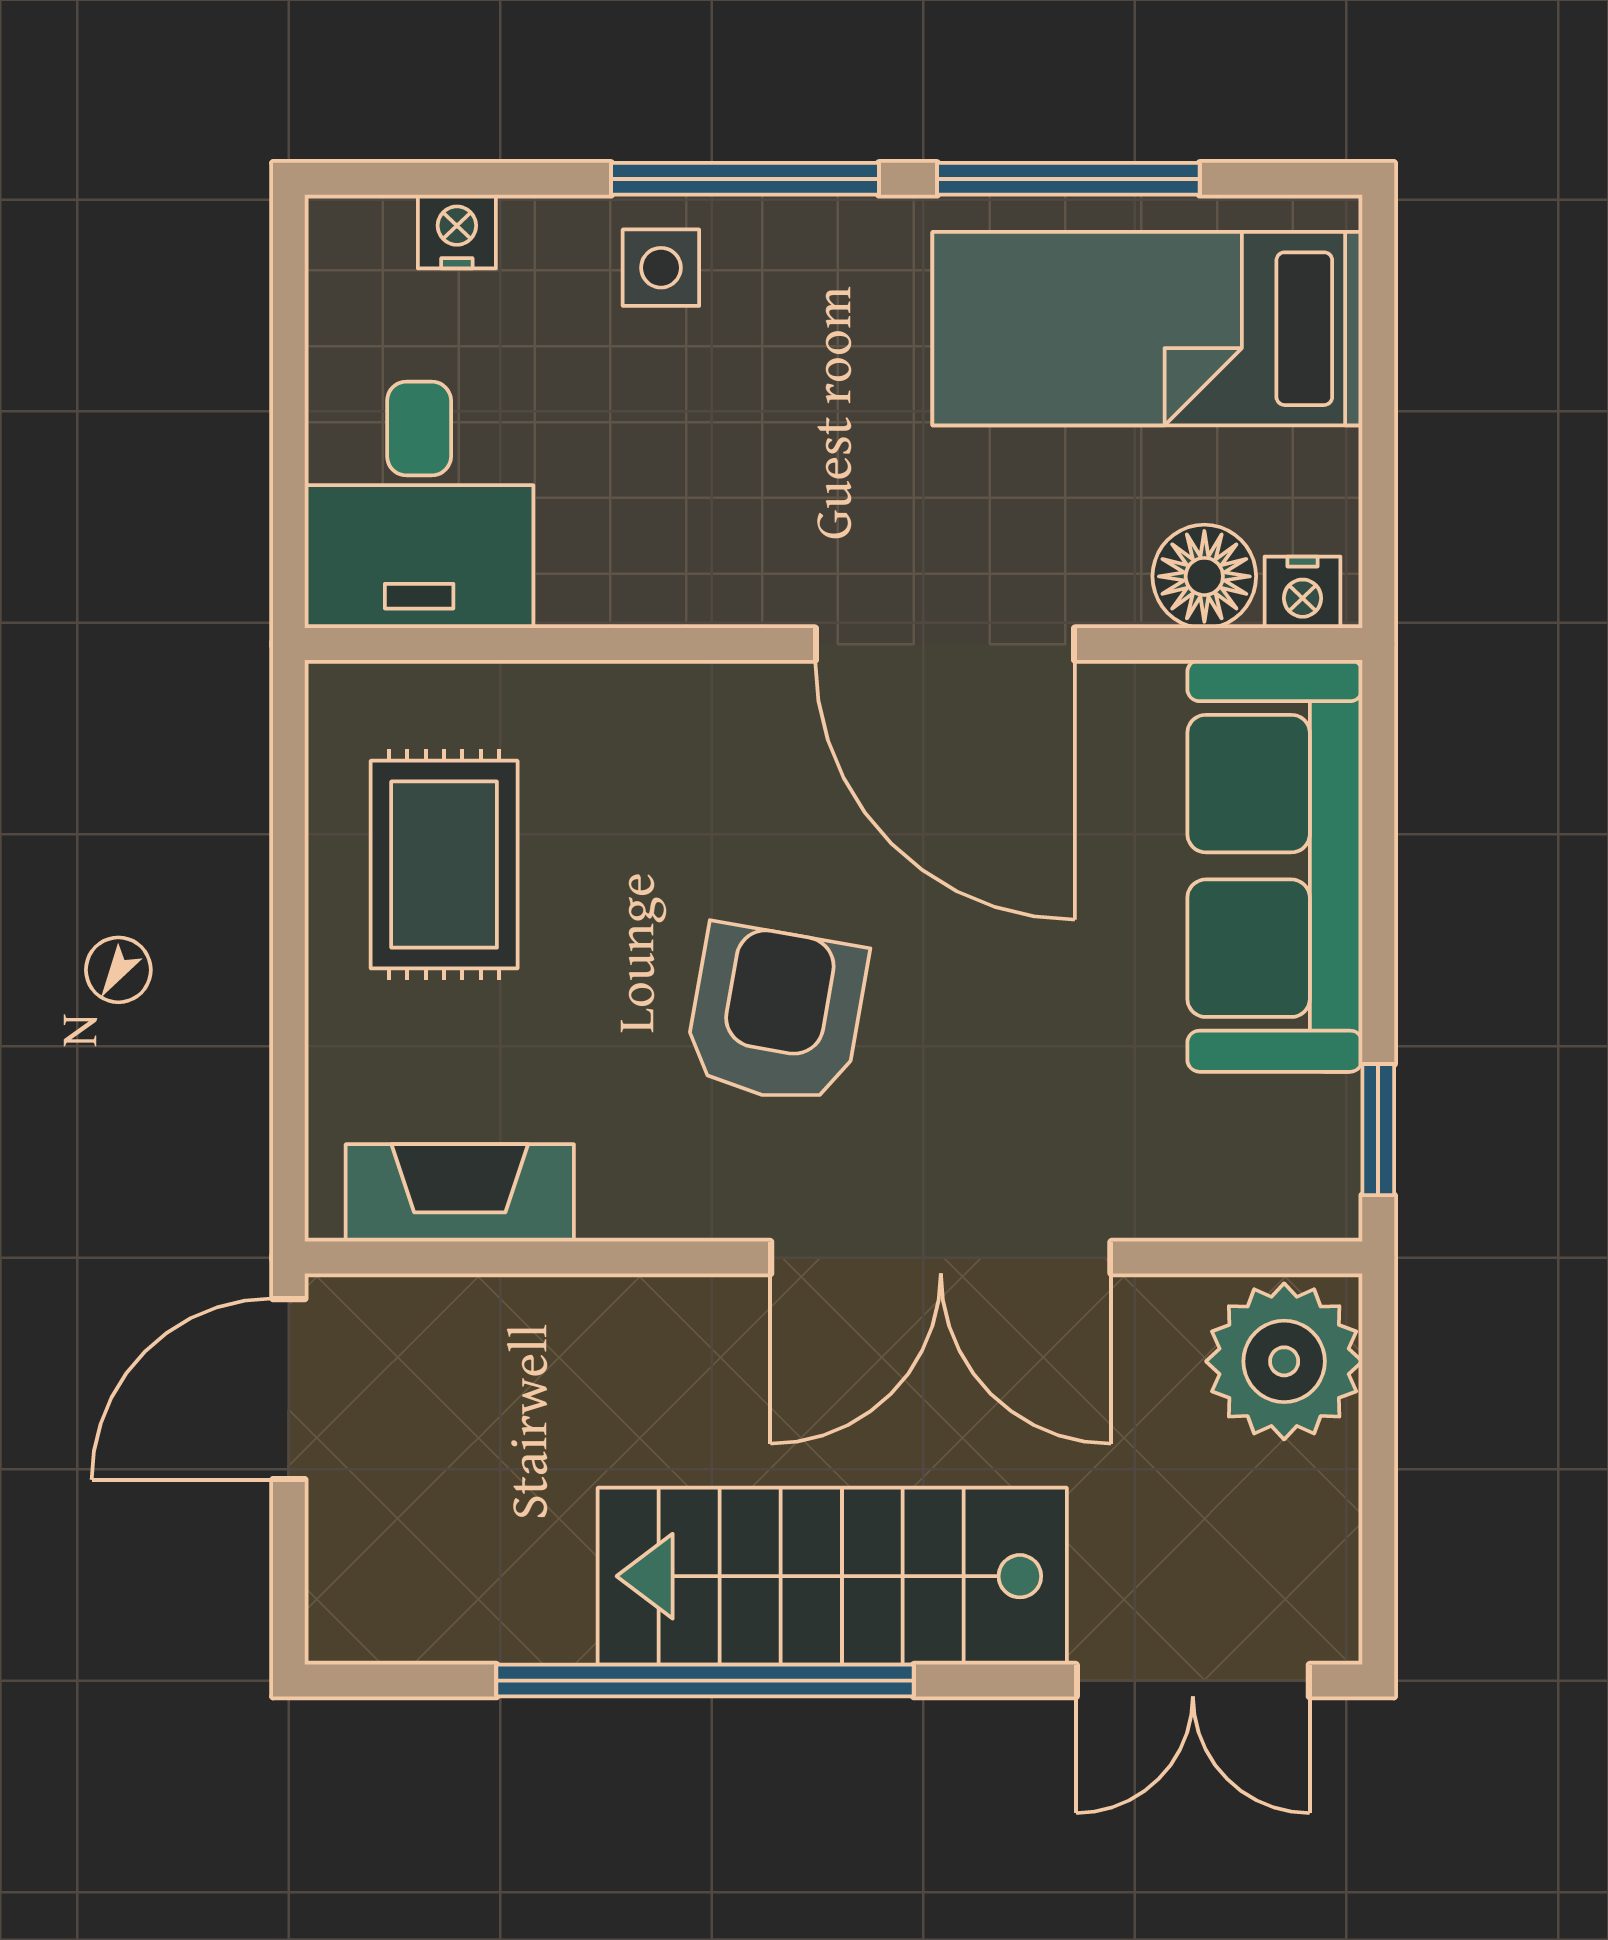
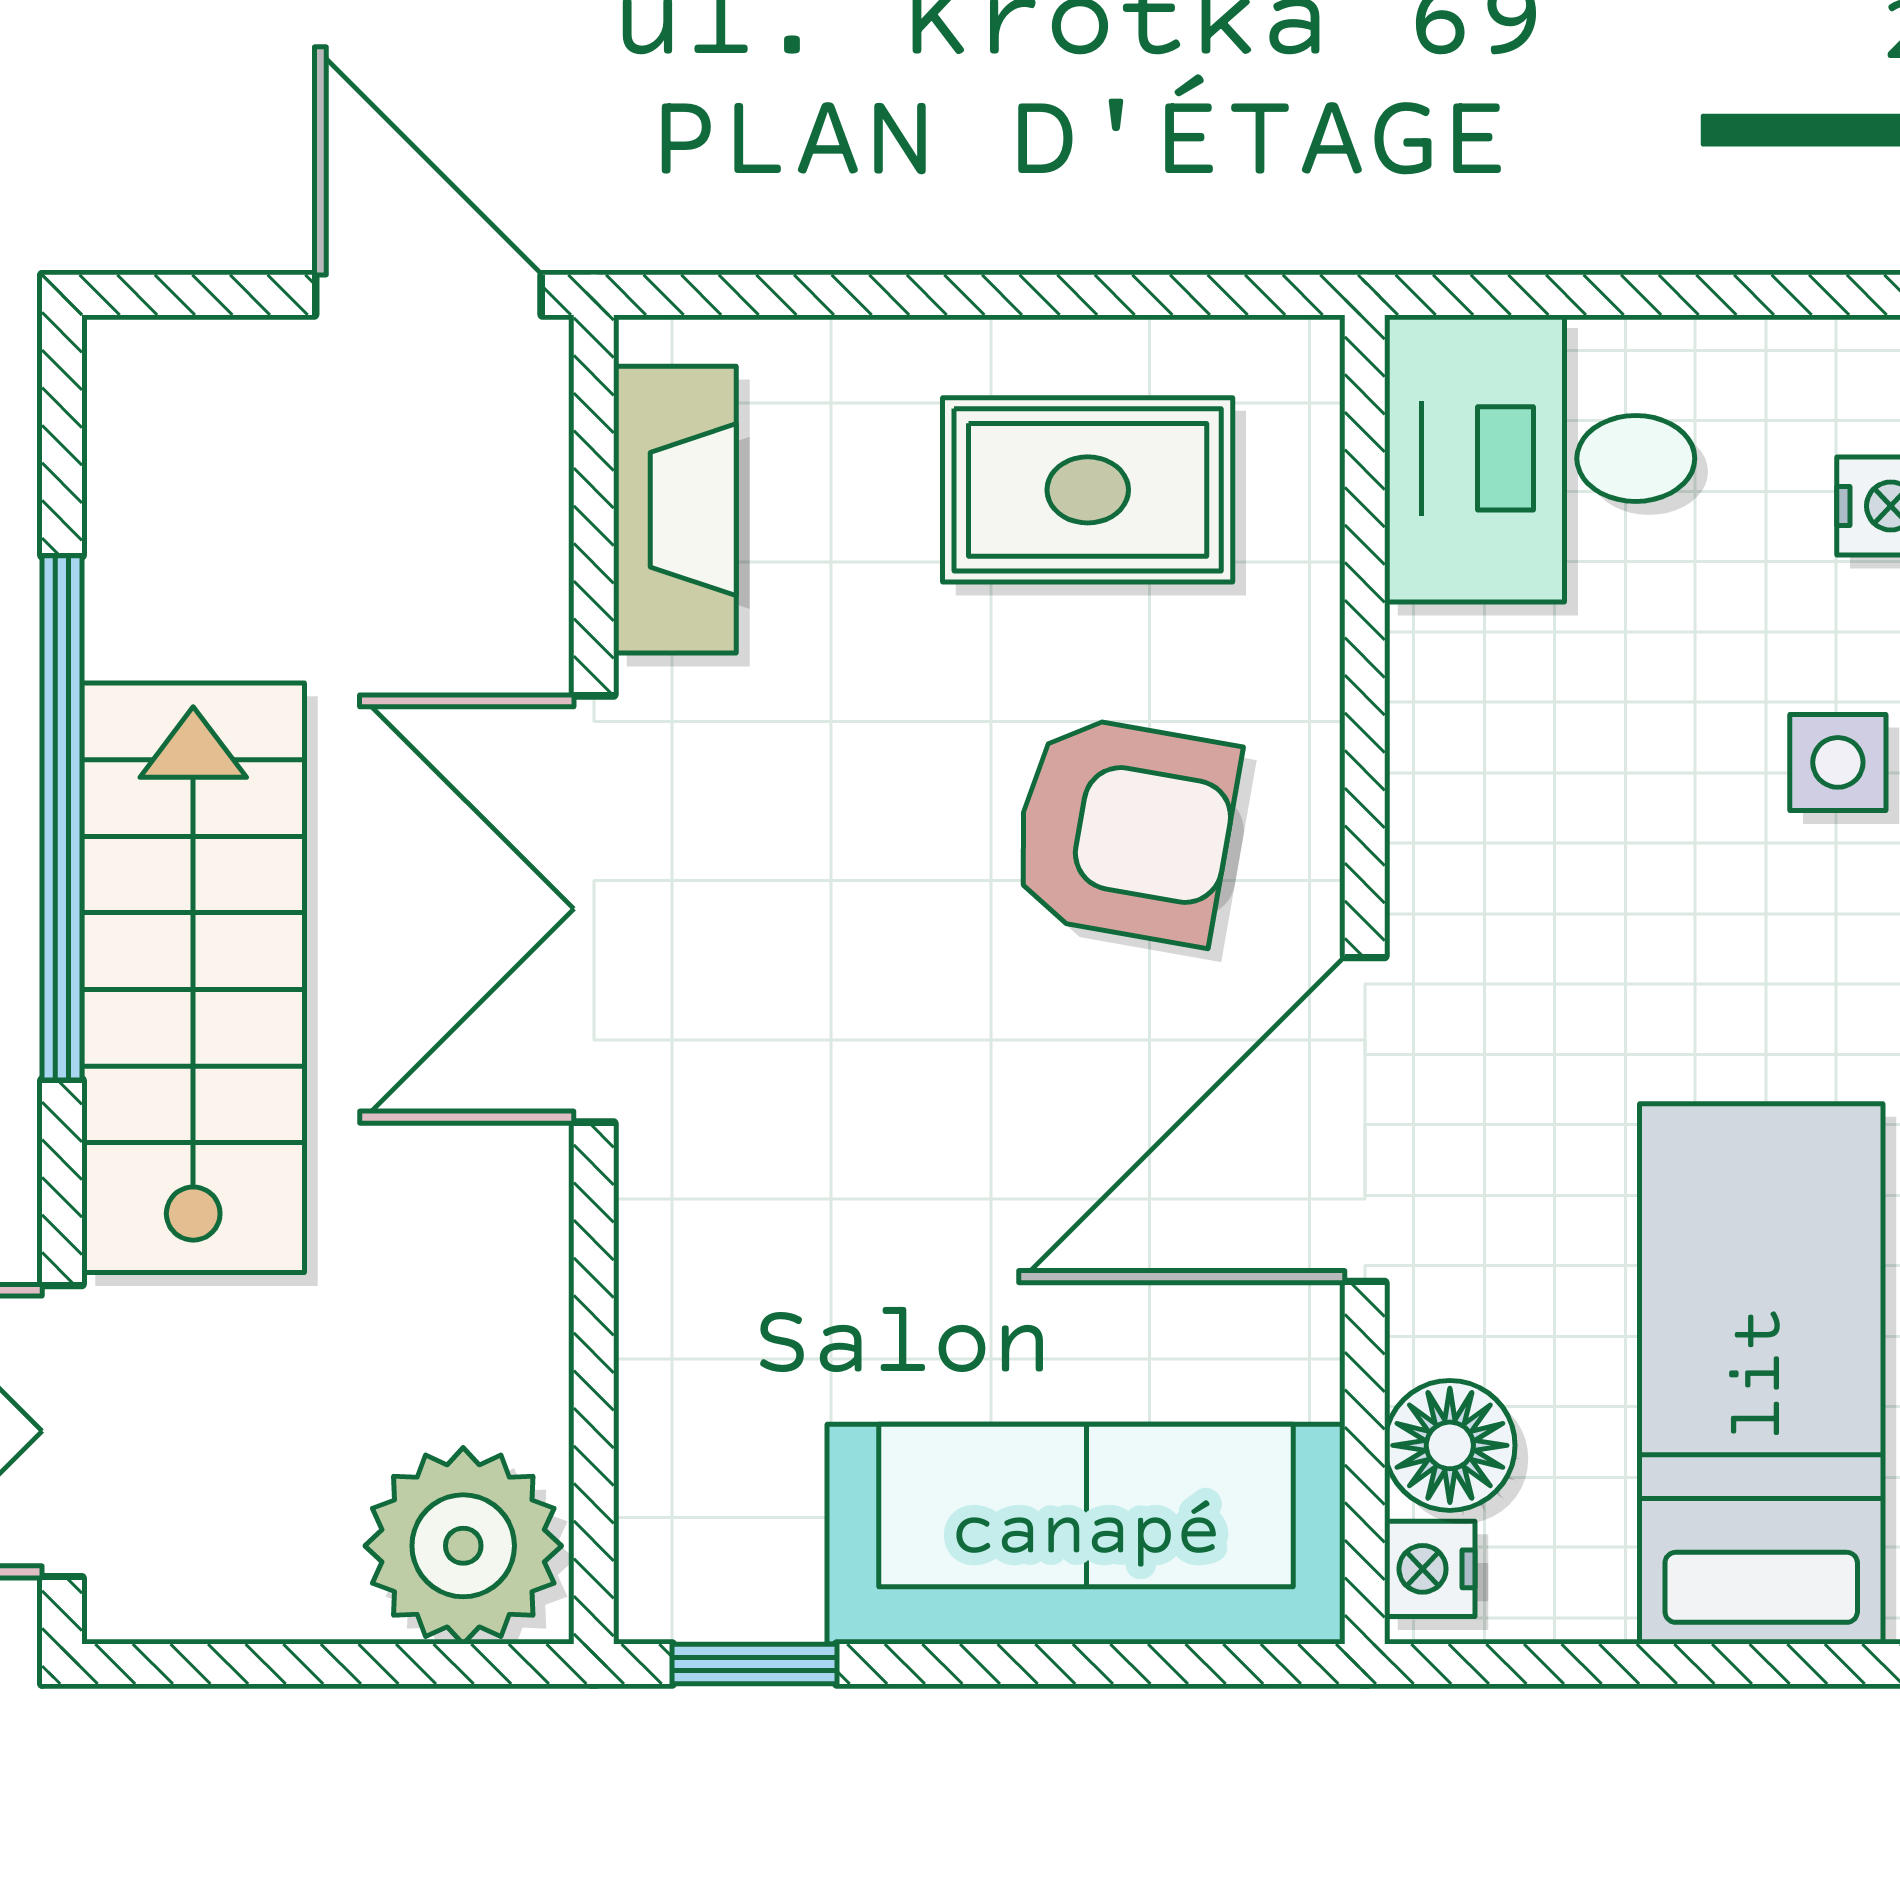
armchair: (776, 1015) -> (1125, 830), moved
double door: (941, 1258) -> (594, 909), moved

